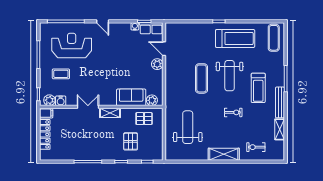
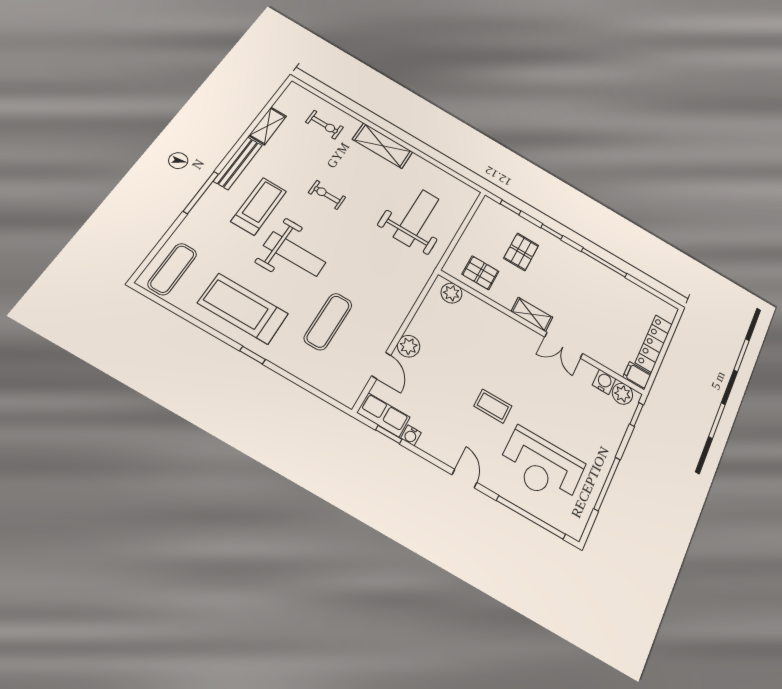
coffee table: (61, 74) -> (493, 406), moved
weight bench: (230, 76) -> (295, 254), turned 90
exercise mat: (202, 78) -> (328, 322), moved
sofa: (131, 97) -> (484, 318), removed
weight bench: (188, 127) -> (416, 218), turned 180

